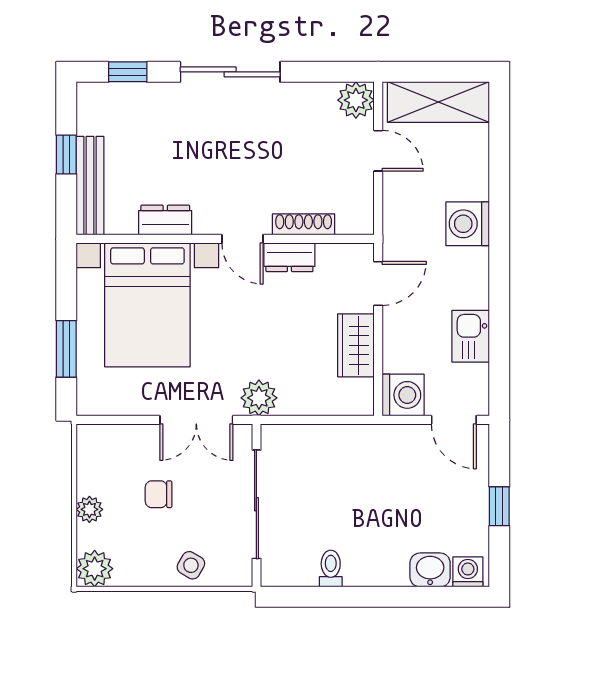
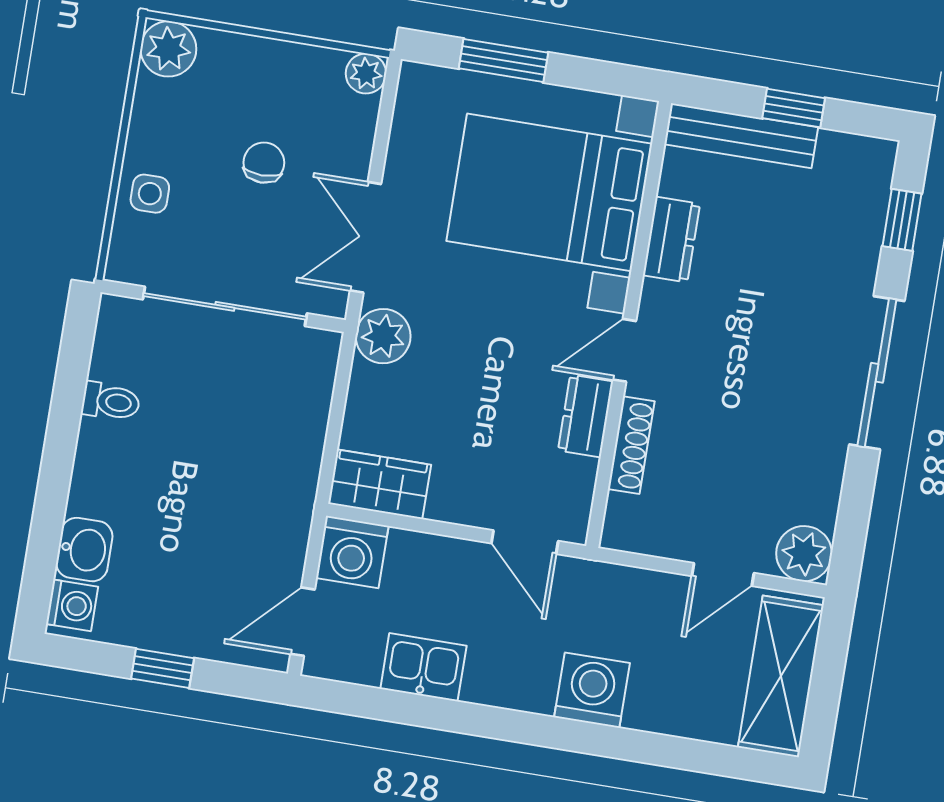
wardrobe: (356, 345) -> (379, 484), moved
plant: (89, 509) -> (366, 73), moved
side table: (191, 565) -> (150, 194), turned -30

